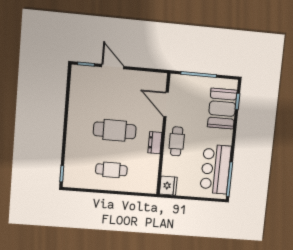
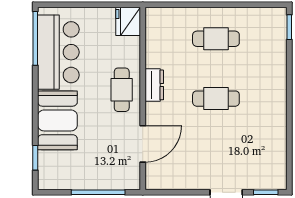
door: (166, 104) -> (143, 144), hinge flipped
booth: (222, 109) -> (57, 120), moved
cafe table: (115, 130) -> (216, 99), width x0.73, depth x0.74

